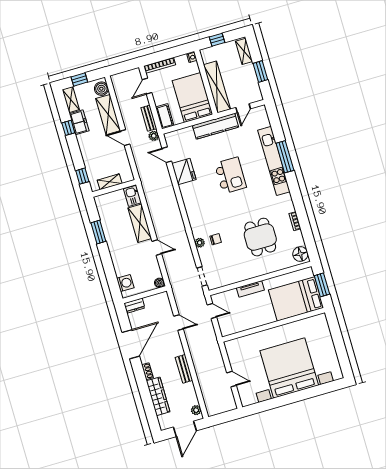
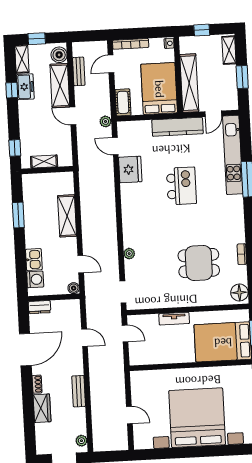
bench: (149, 118) -> (79, 71), moved
kitchen unit: (274, 161) -> (233, 155), moved
kitchen sink: (132, 196) -> (34, 260), moved, turned 180
dining table: (260, 237) -> (199, 263), turned 90
chair: (216, 239) -> (148, 254), removed
door: (157, 247) -> (81, 264), moved
wardrobe: (158, 396) -> (42, 408), width x0.67

